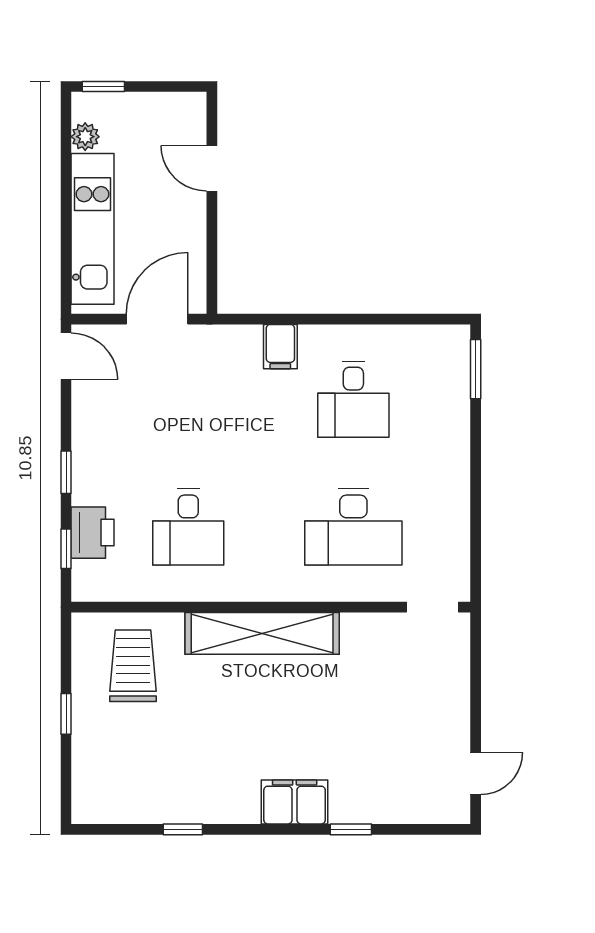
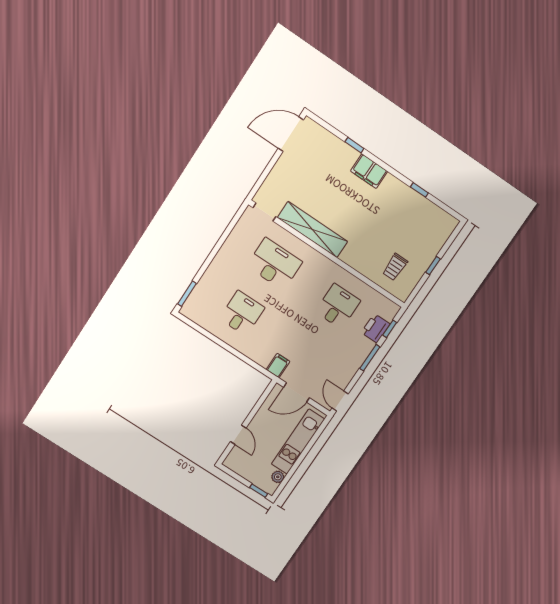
filing cabinet: (280, 347) -> (278, 366), moved
window: (66, 472) -> (370, 358), width x1.50
shelving: (262, 633) -> (312, 230), moved
trolley: (133, 666) -> (395, 267), width x0.73, depth x0.72
door: (476, 773) -> (291, 134), width x1.88

